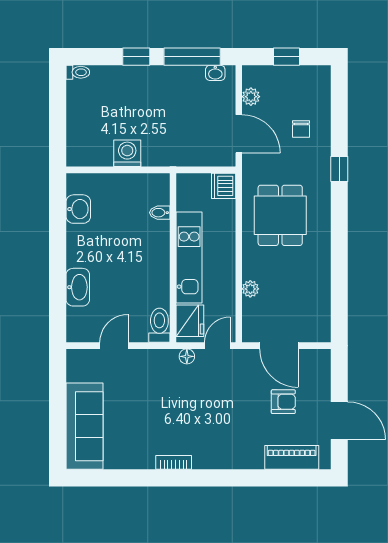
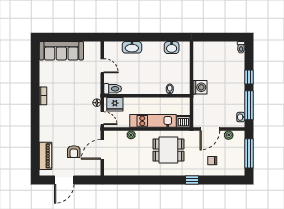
window: (287, 57) -> (249, 153), width x2.17
washing machine: (127, 153) -> (200, 87), moved
kitchen unit: (189, 258) -> (153, 121), moved, turned 180

